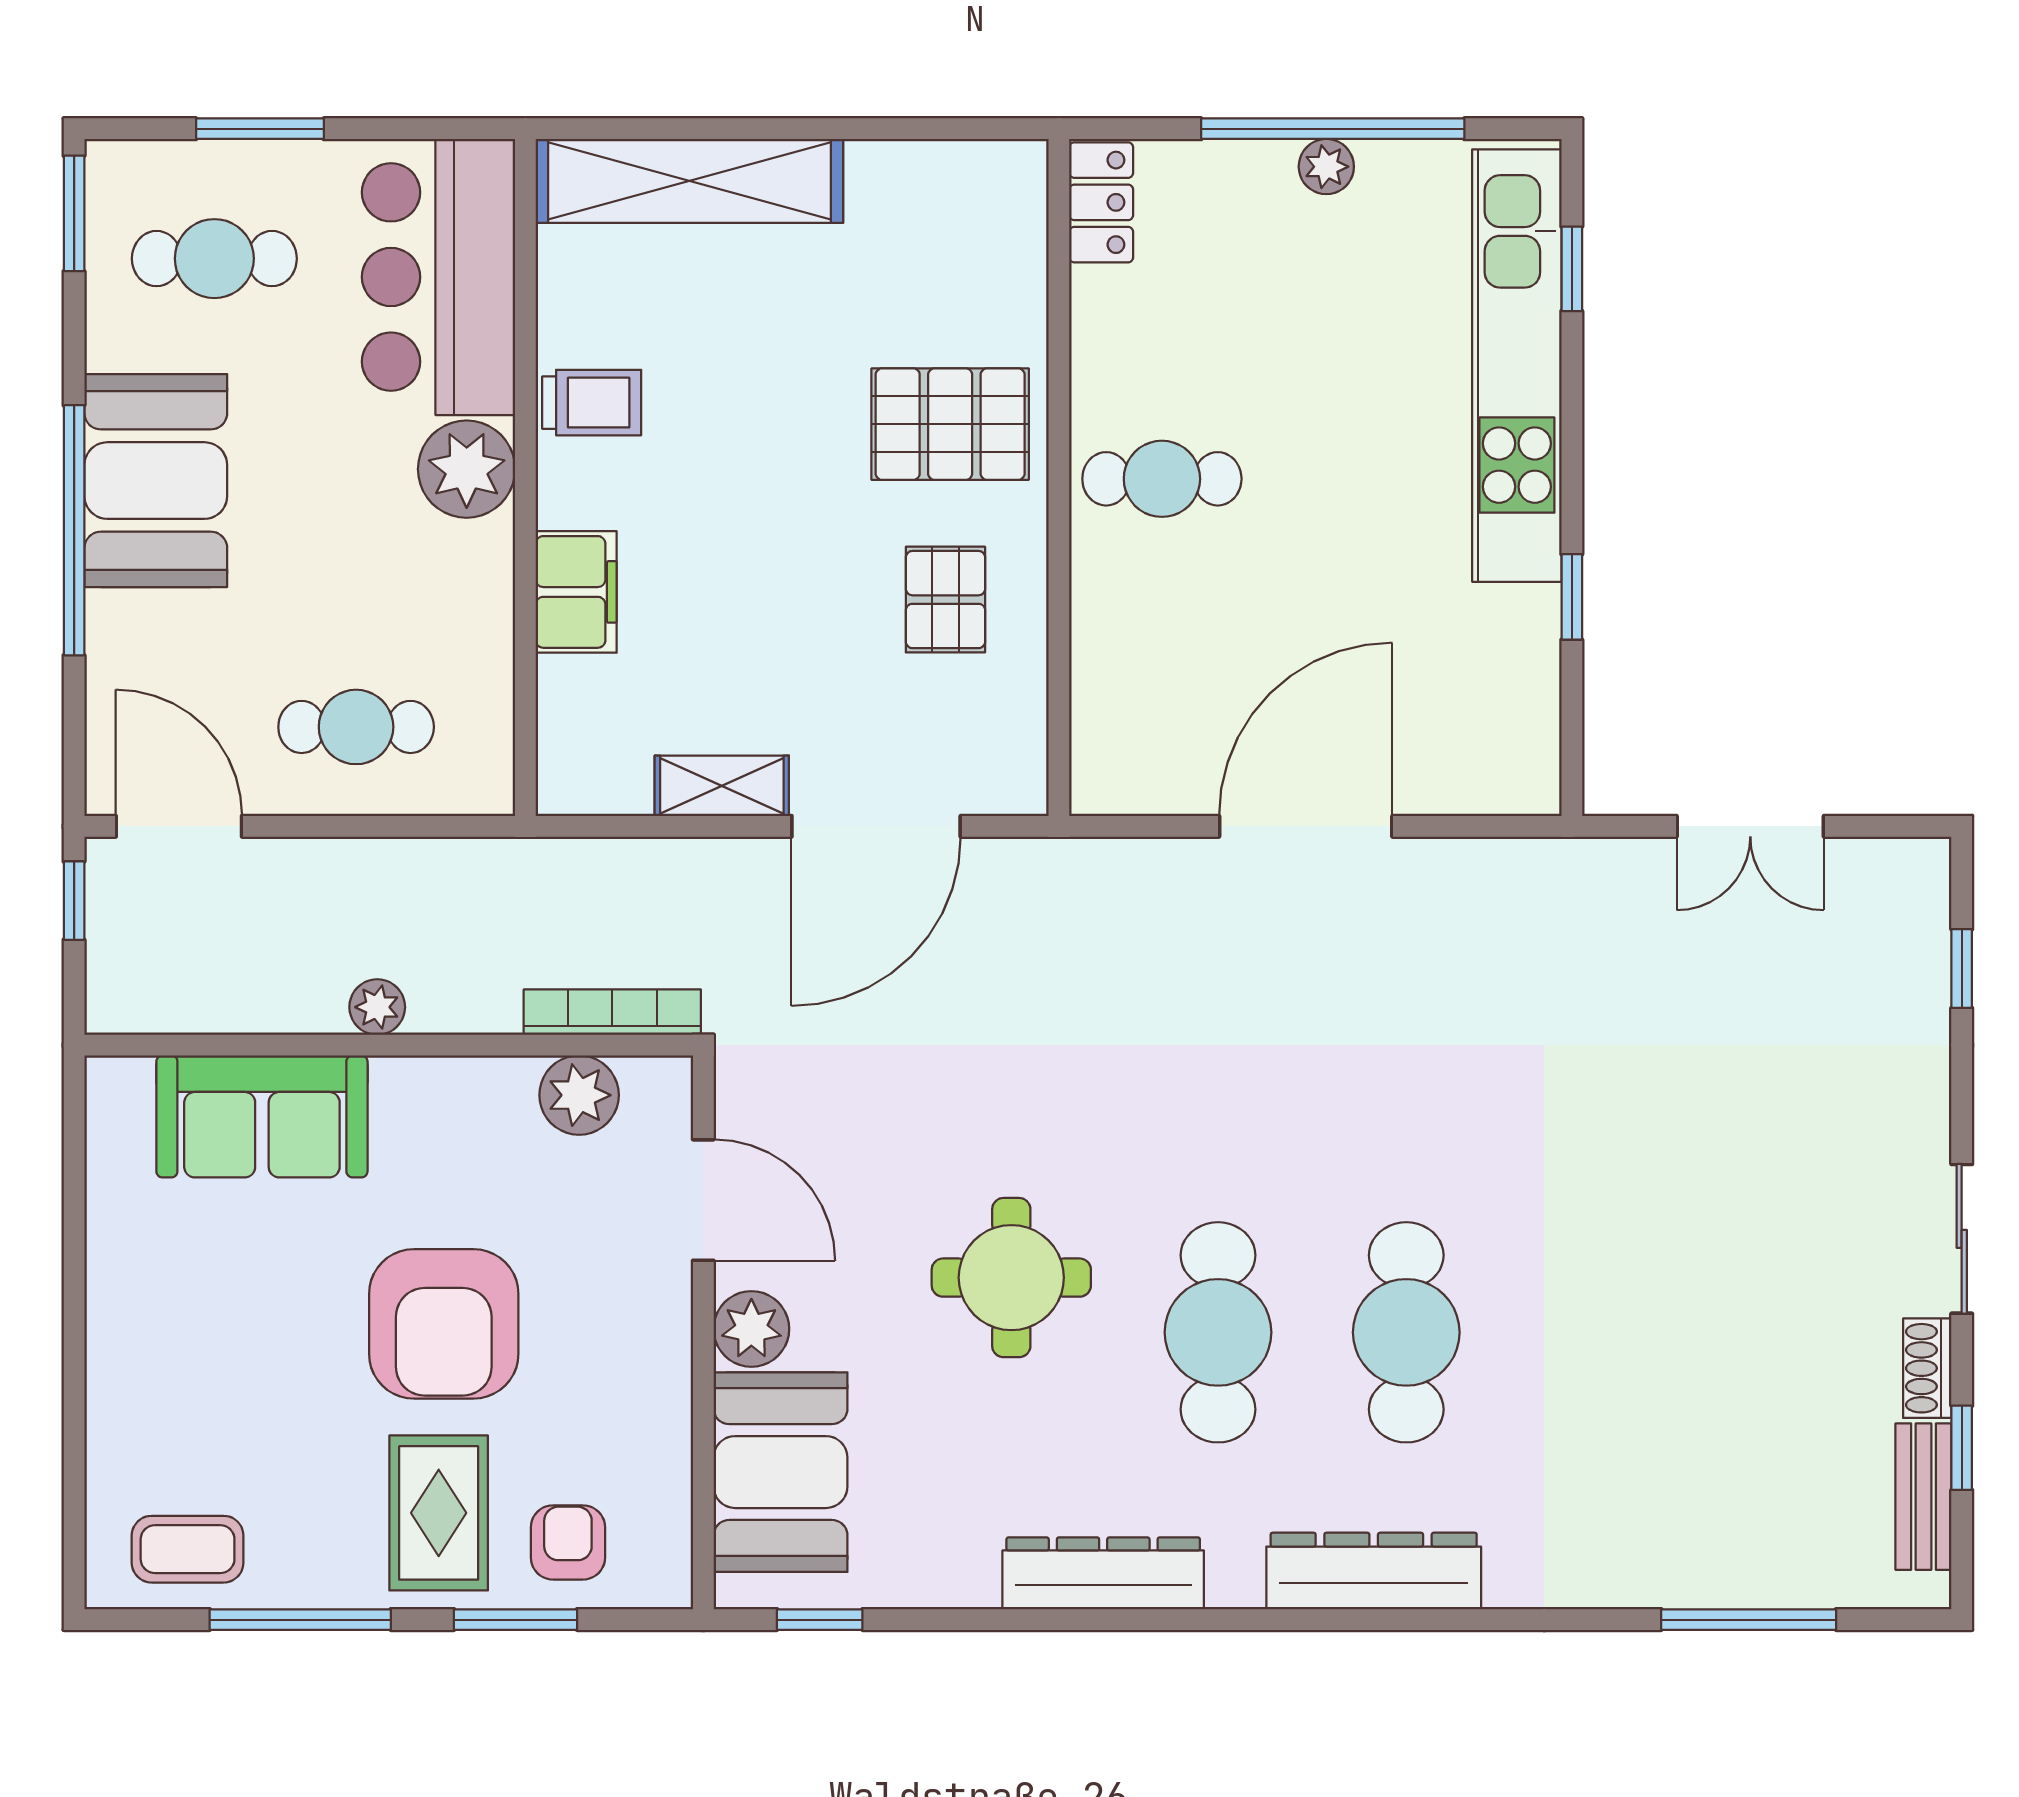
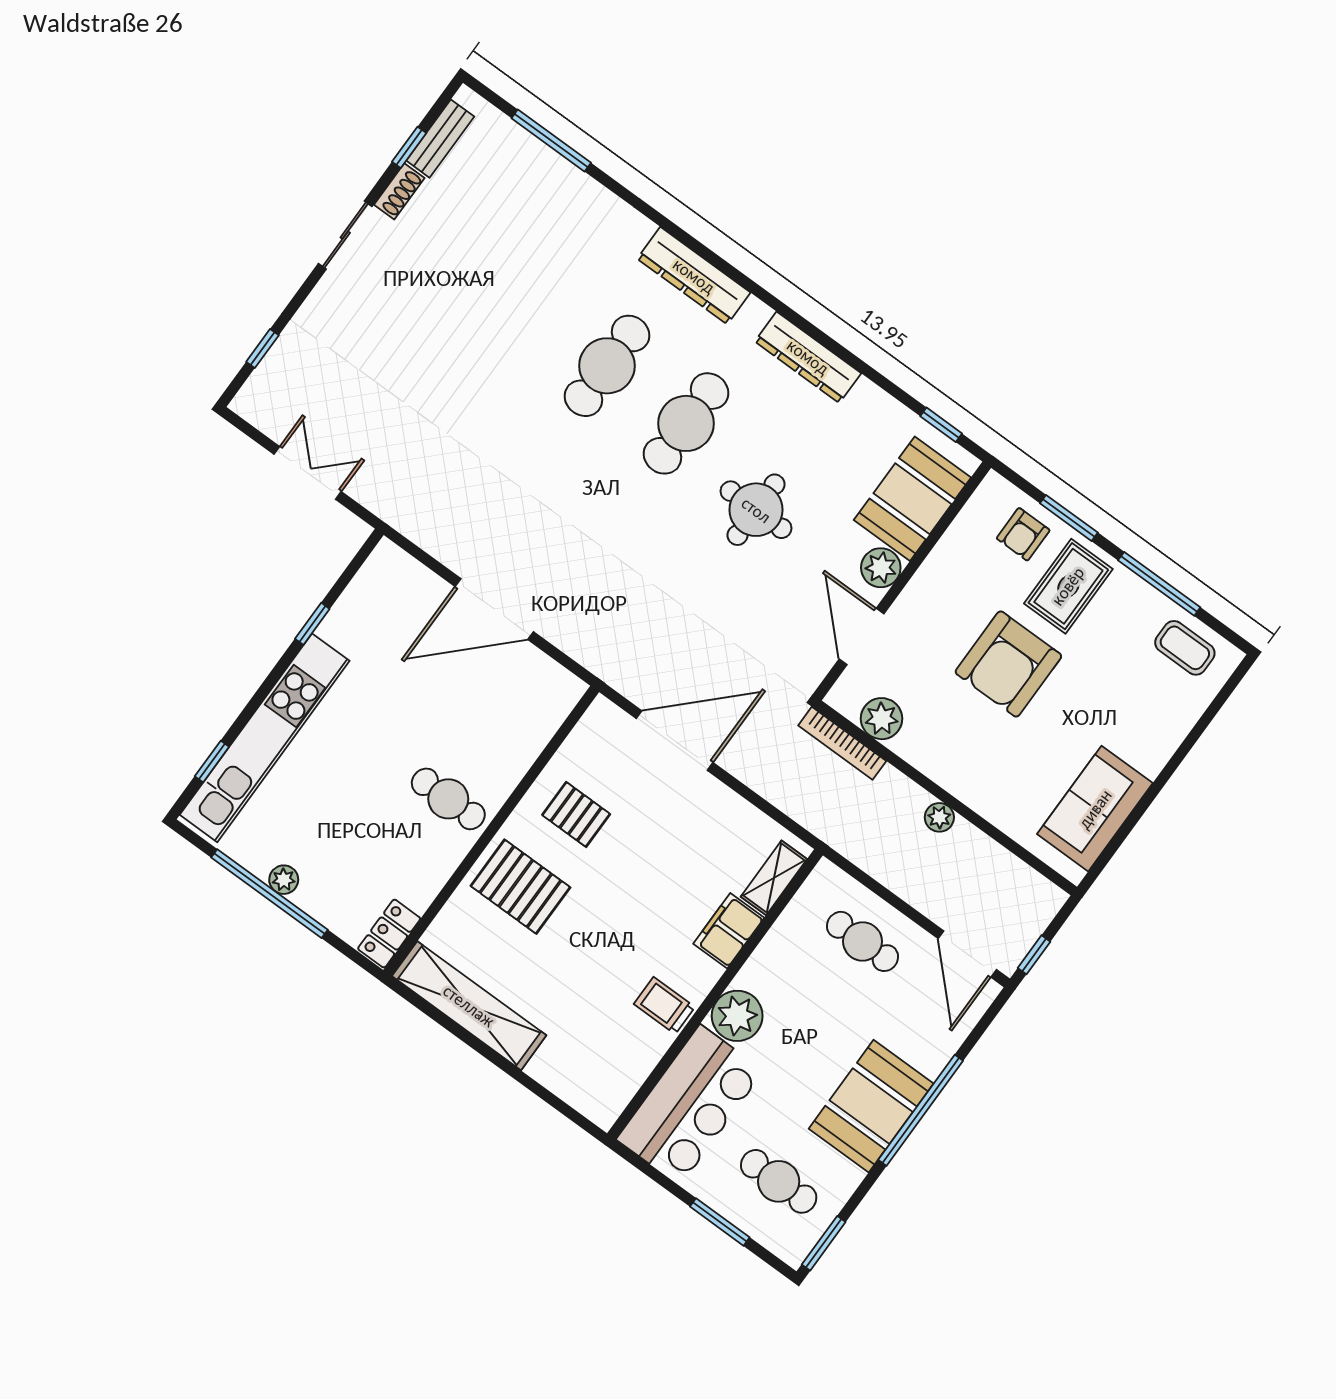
shelving: (689, 181) -> (469, 1006), moved
pallet: (945, 600) -> (576, 814), turned 90
shelving: (722, 786) -> (774, 878), moved, turned 90
sofa: (262, 1116) -> (1095, 809), moved, turned -90
armchair: (444, 1324) -> (1008, 664), turned 180

